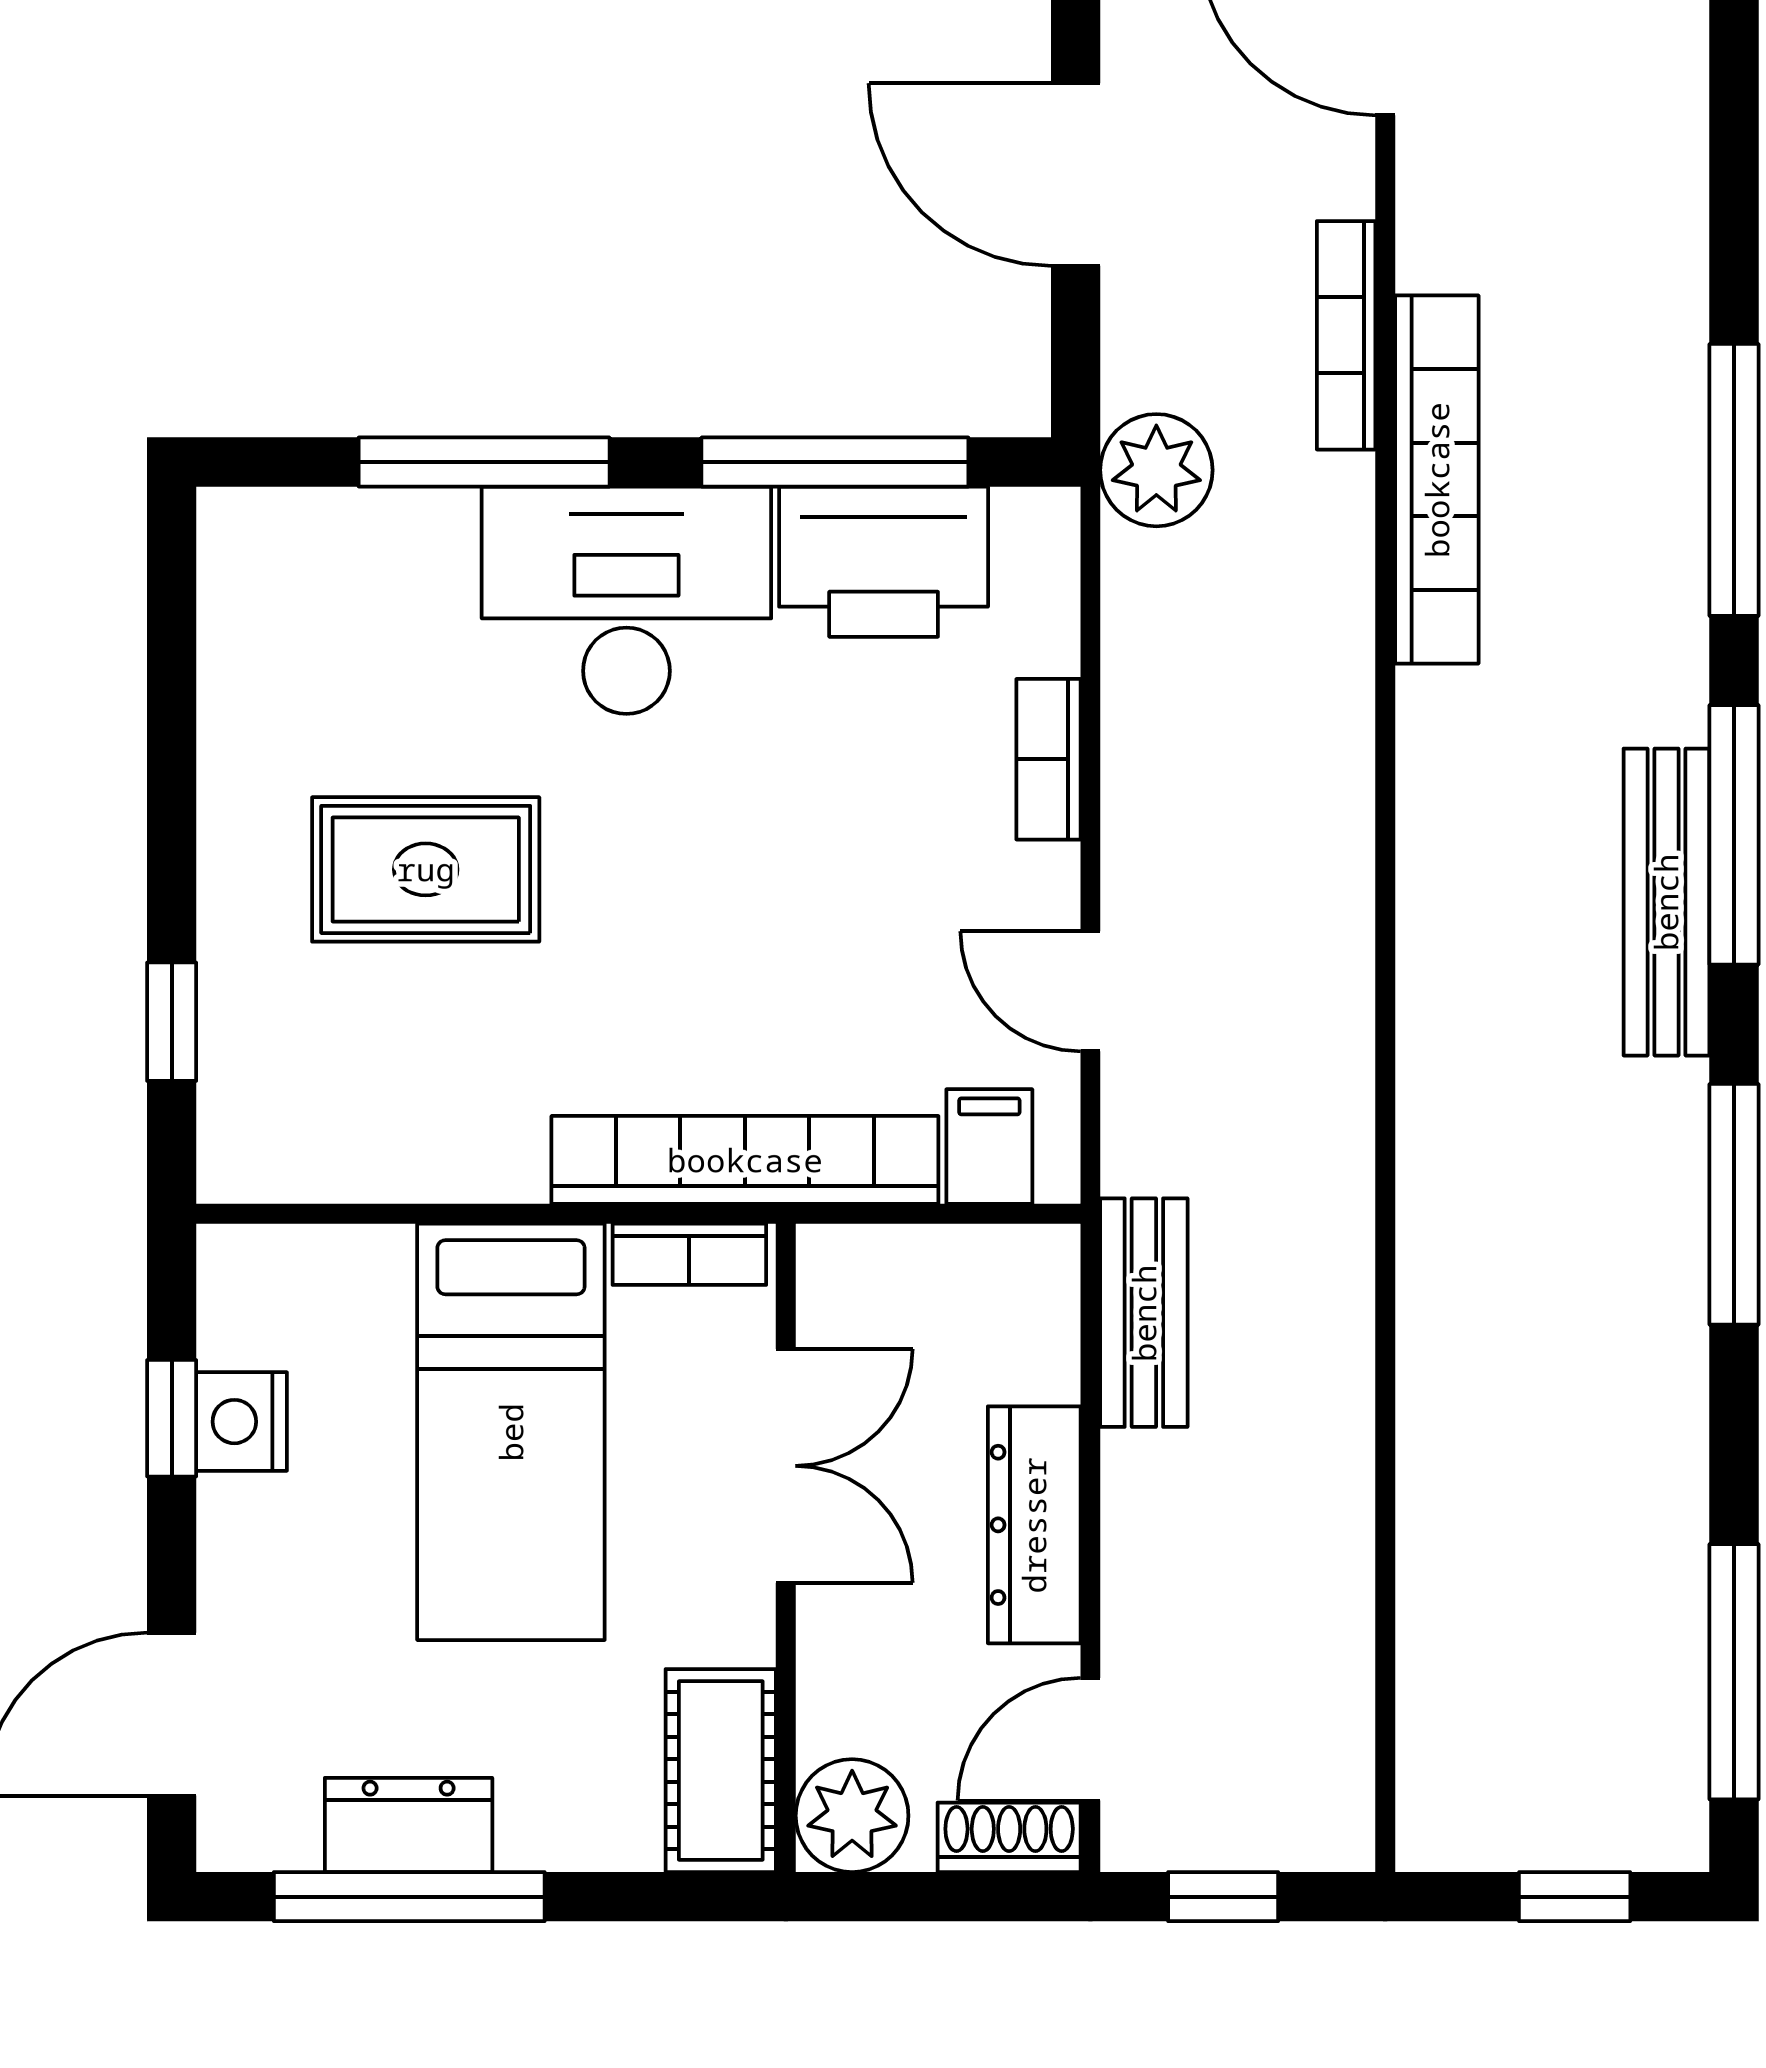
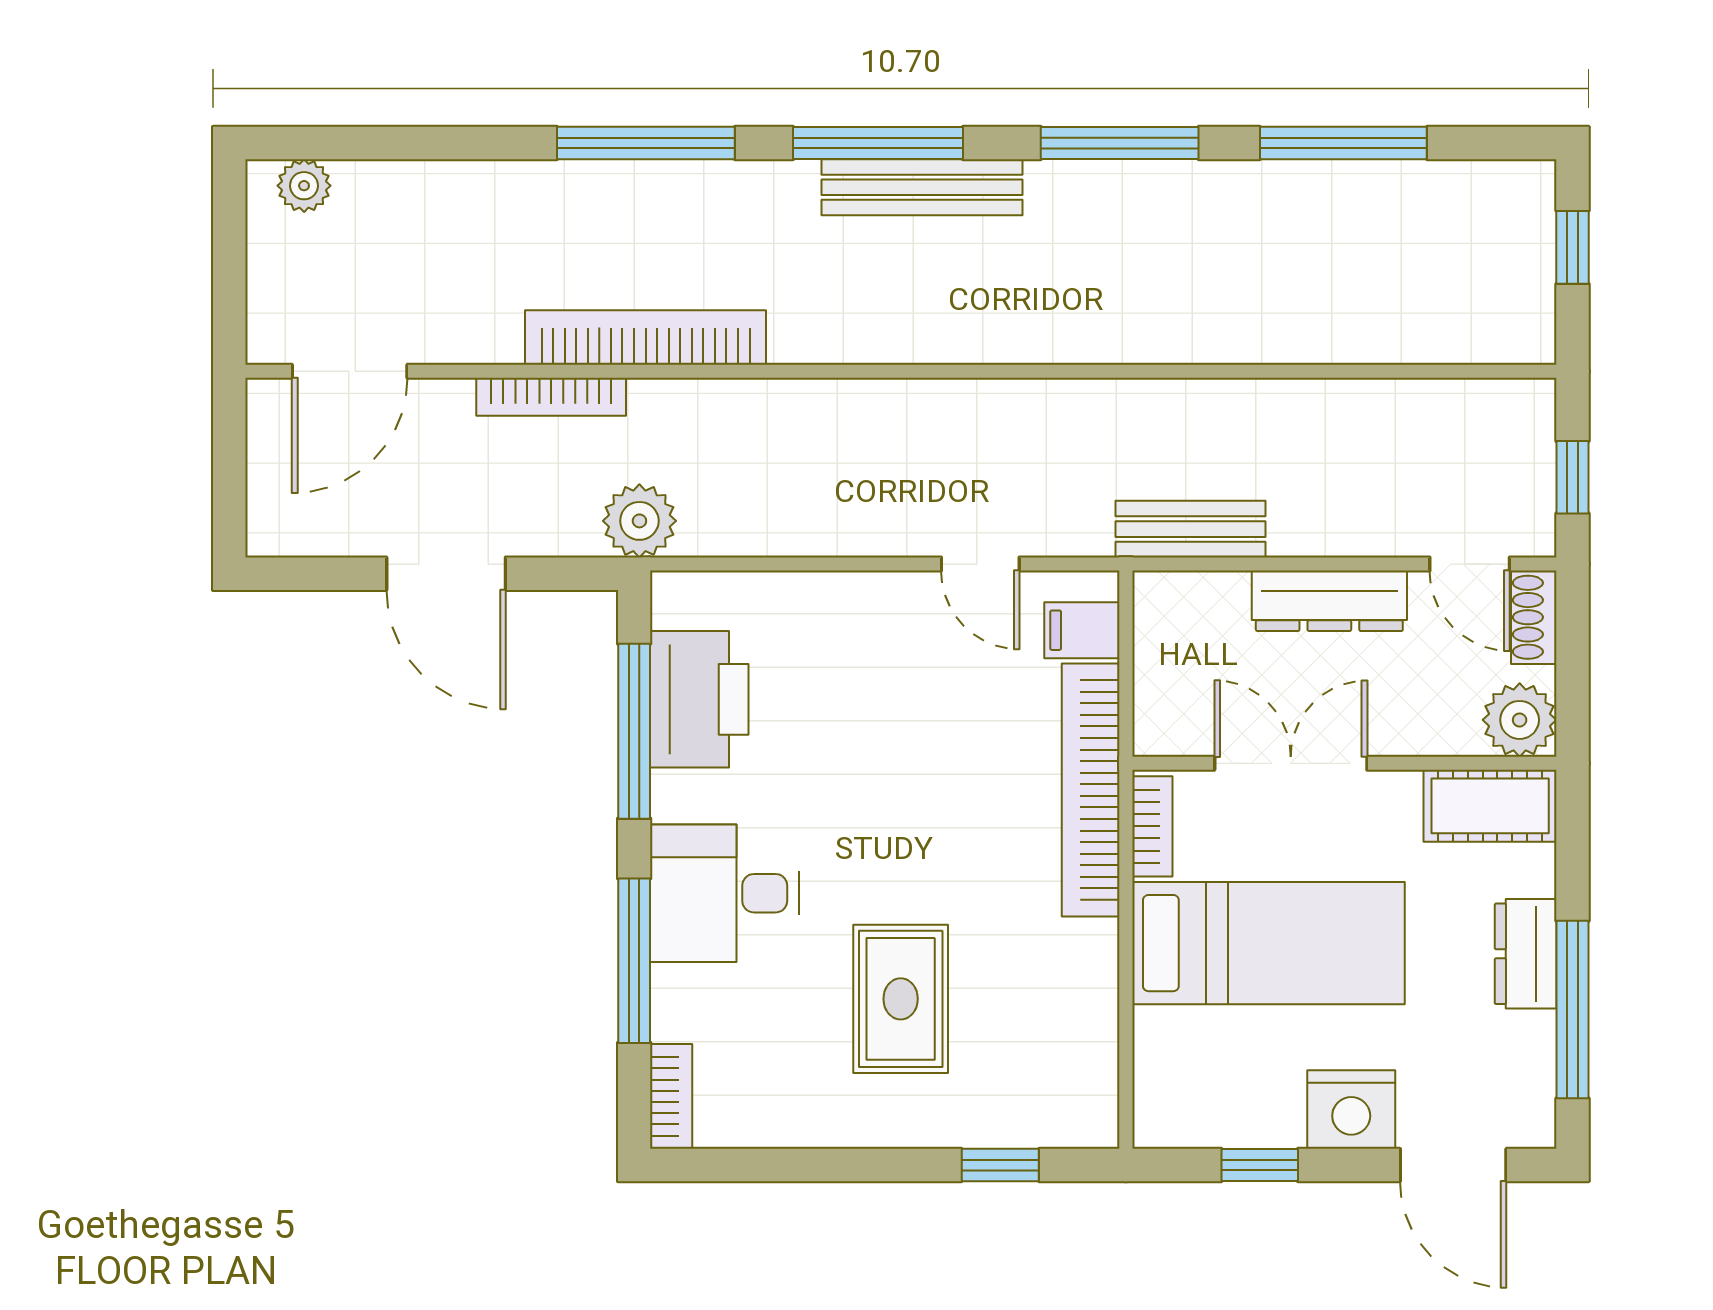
door: (1076, 175) -> (446, 574), hinge flipped
desk: (626, 600) -> (725, 893), width x0.73
bookcase: (1048, 759) -> (671, 1096), moved, turned -90
door: (1090, 991) -> (980, 564), hinge flipped
nightstand: (242, 1422) -> (1351, 1110), moved, width x1.36, depth x1.33
window: (1734, 1672) -> (1343, 143), moved
dresser: (409, 1825) -> (1526, 954), moved

